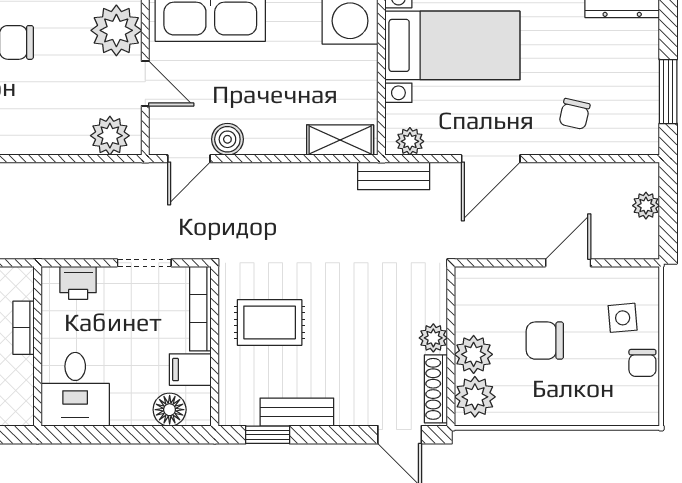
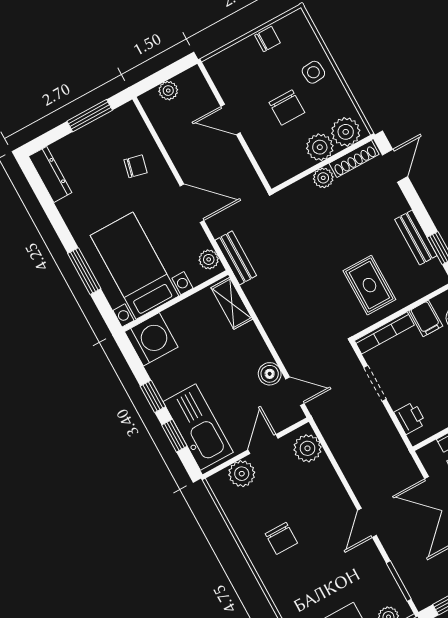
plant: (116, 30) -> (242, 474), width x0.73, depth x0.73
side table: (623, 318) -> (313, 72), moved

